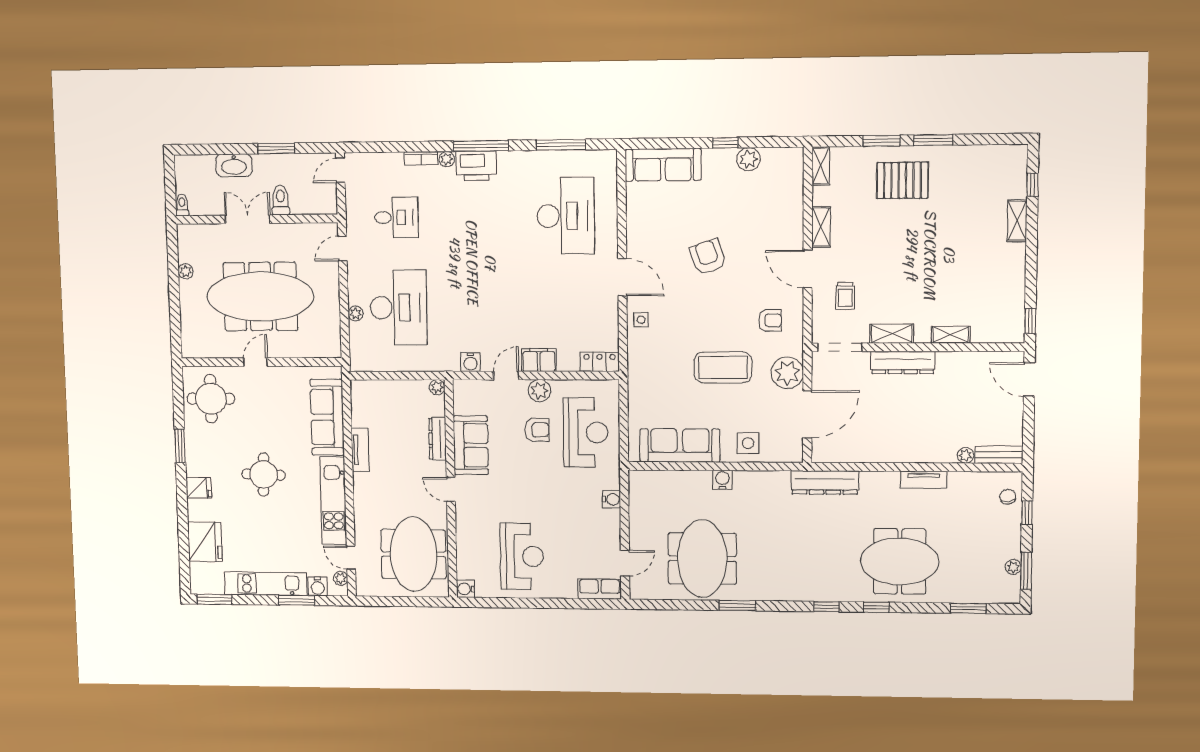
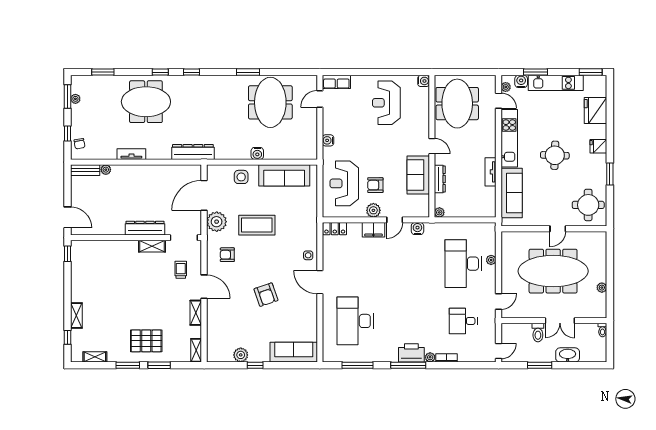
shelving: (951, 335) -> (95, 357), moved

